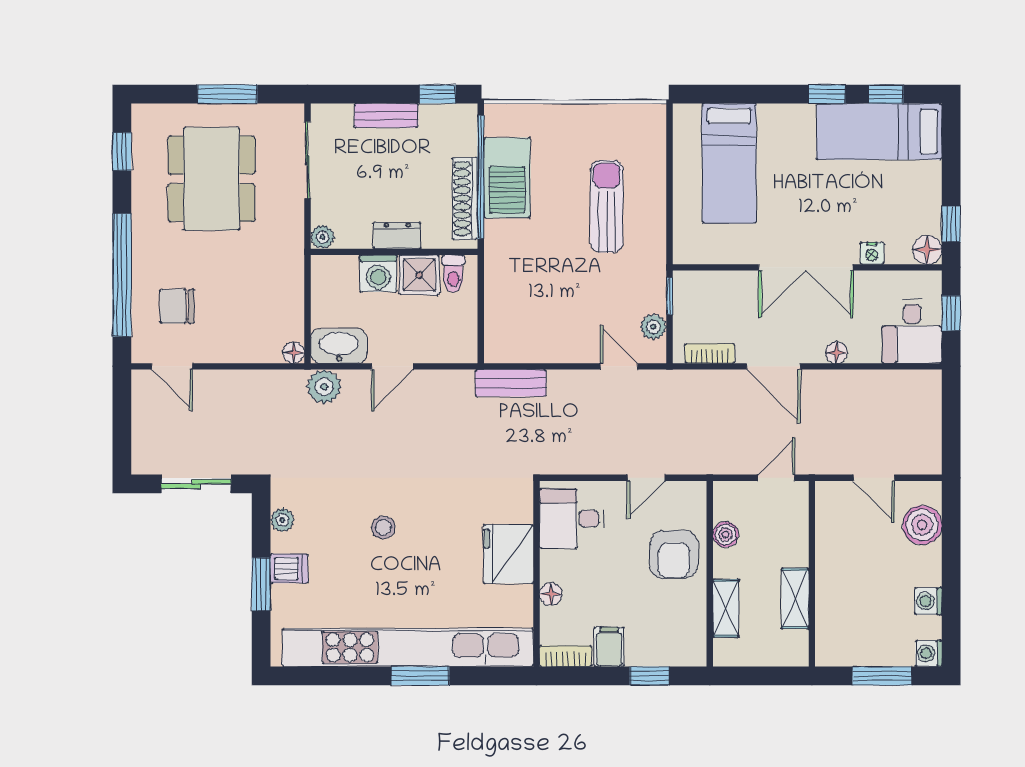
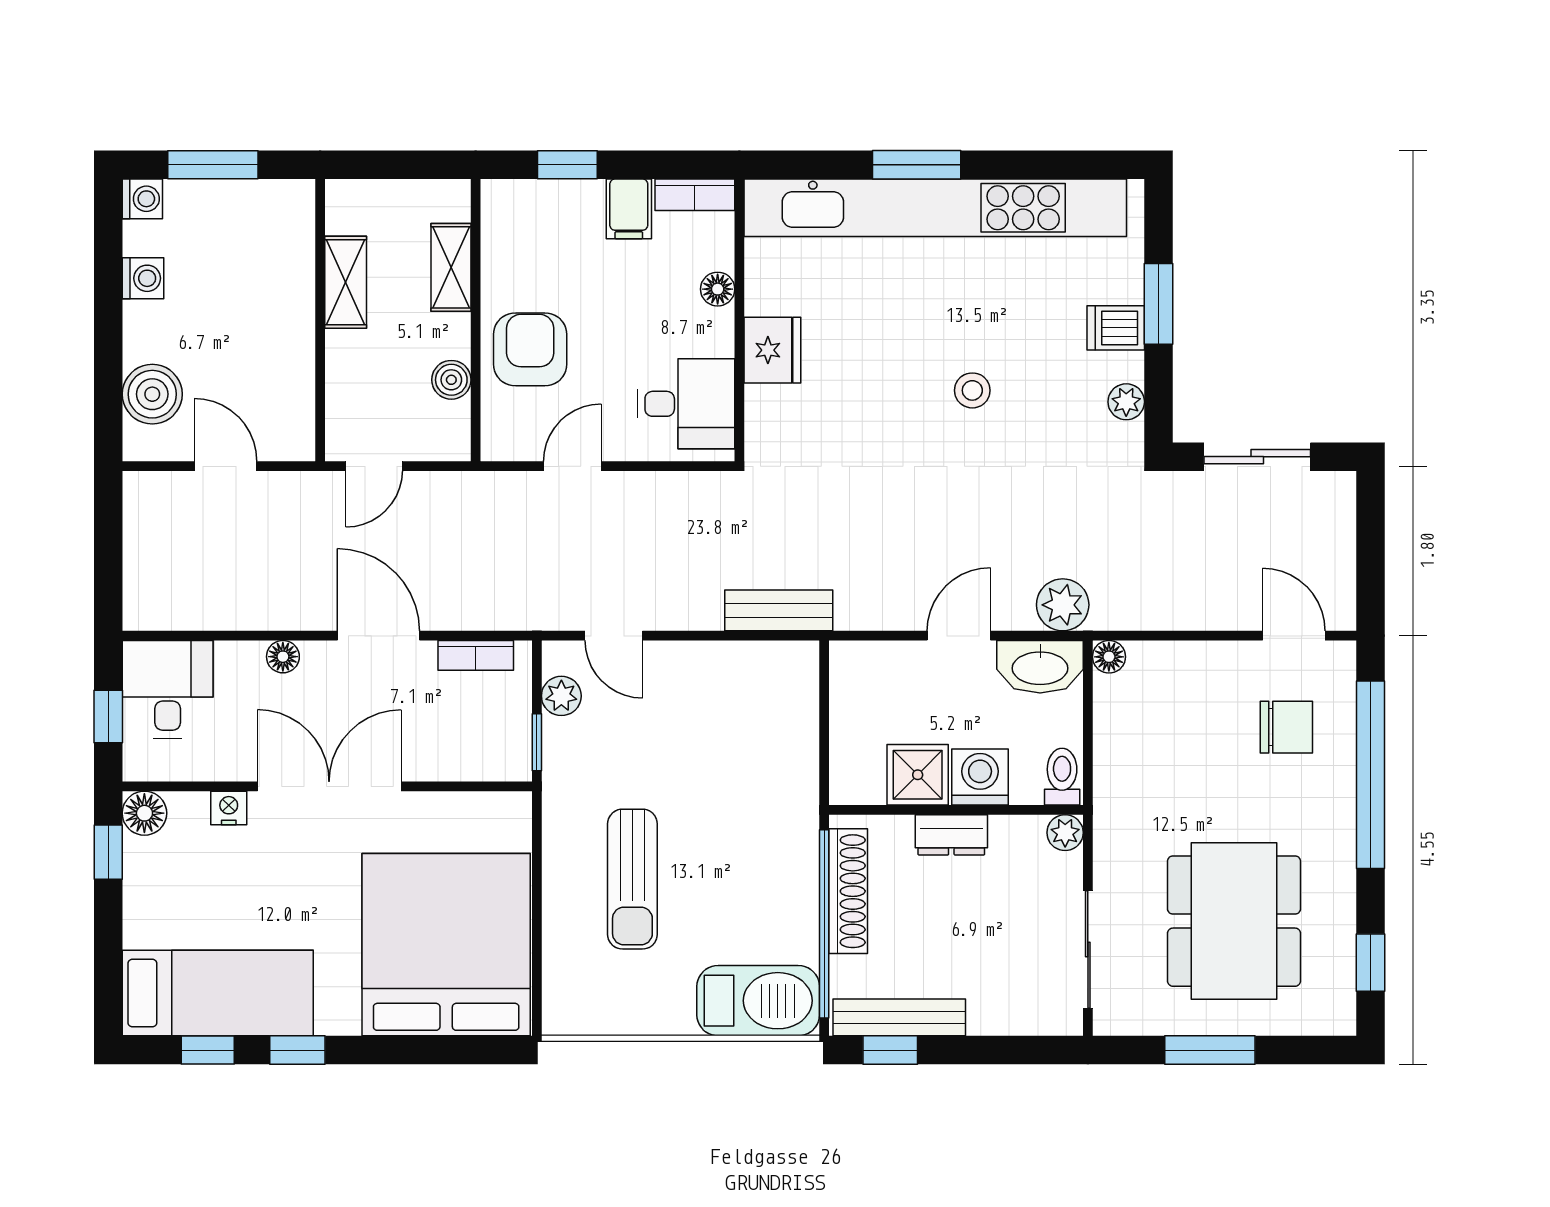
bench: (386, 116) -> (899, 1017), moved, width x1.36
bed: (729, 163) -> (446, 945), width x2.04
barbecue: (507, 178) -> (758, 1001), moved, turned 90
toilet: (453, 274) -> (1062, 777), moved
fridge: (508, 554) -> (772, 350), width x0.73, depth x0.75

